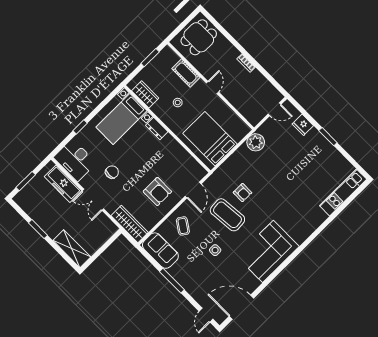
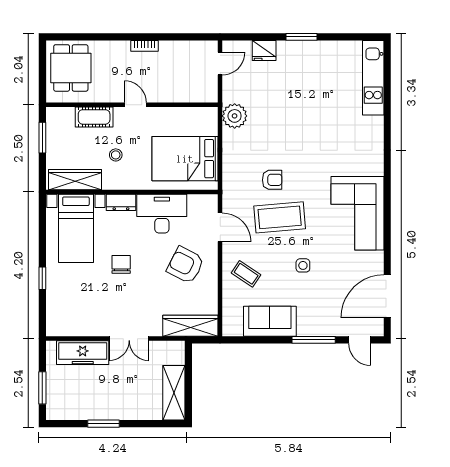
wardrobe: (145, 94) -> (75, 180), width x1.50
desk: (75, 160) -> (162, 214), moved, turned 180
chair: (112, 172) -> (121, 264), moved
armchair: (157, 192) -> (186, 265), turned -153
shelving: (72, 249) -> (174, 393), moved, turned 90
sofa: (160, 251) -> (270, 321), moved
window: (172, 281) -> (314, 340), moved

